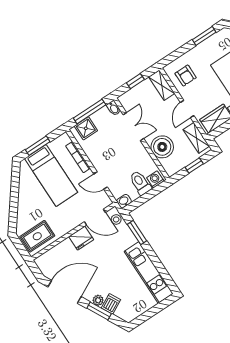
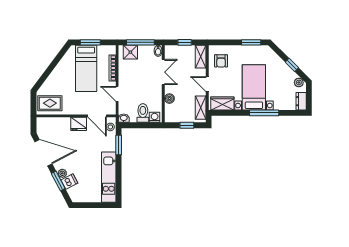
door: (187, 109) -> (207, 84), hinge flipped
boiler: (162, 147) -> (169, 99), width x0.54, depth x0.54

